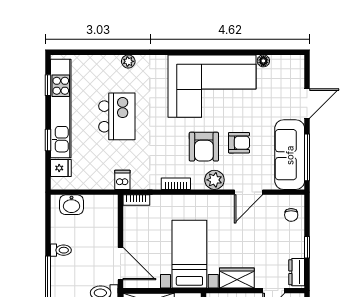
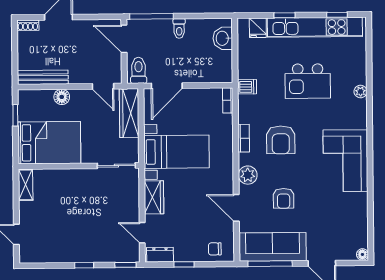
floor lamp: (263, 61) -> (362, 254), moved
corner sofa: (212, 86) -> (345, 161), width x0.73, depth x0.74
armchair: (204, 147) -> (281, 140), moved, turned -90

